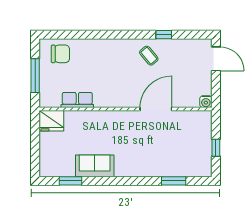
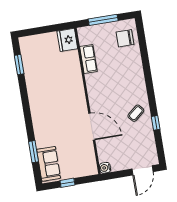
chair: (60, 54) -> (125, 38), turned 90
sofa: (95, 166) -> (49, 164), moved

